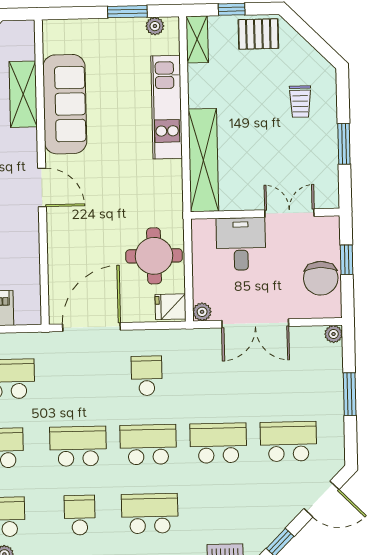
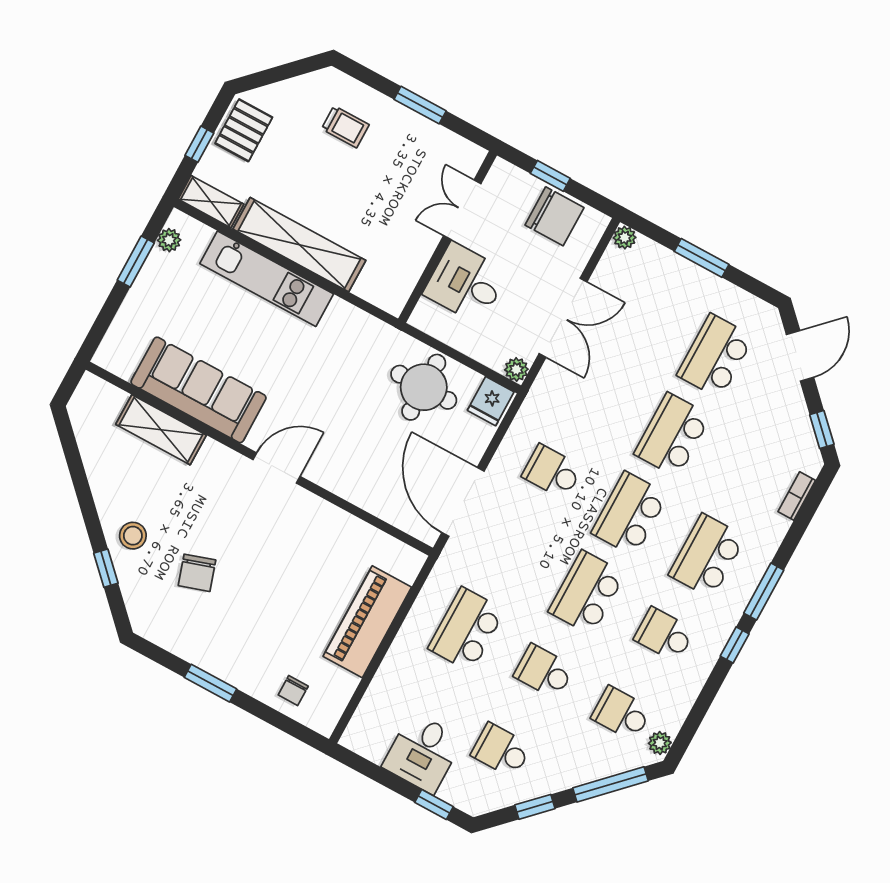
shelving: (203, 160) -> (299, 245), moved

